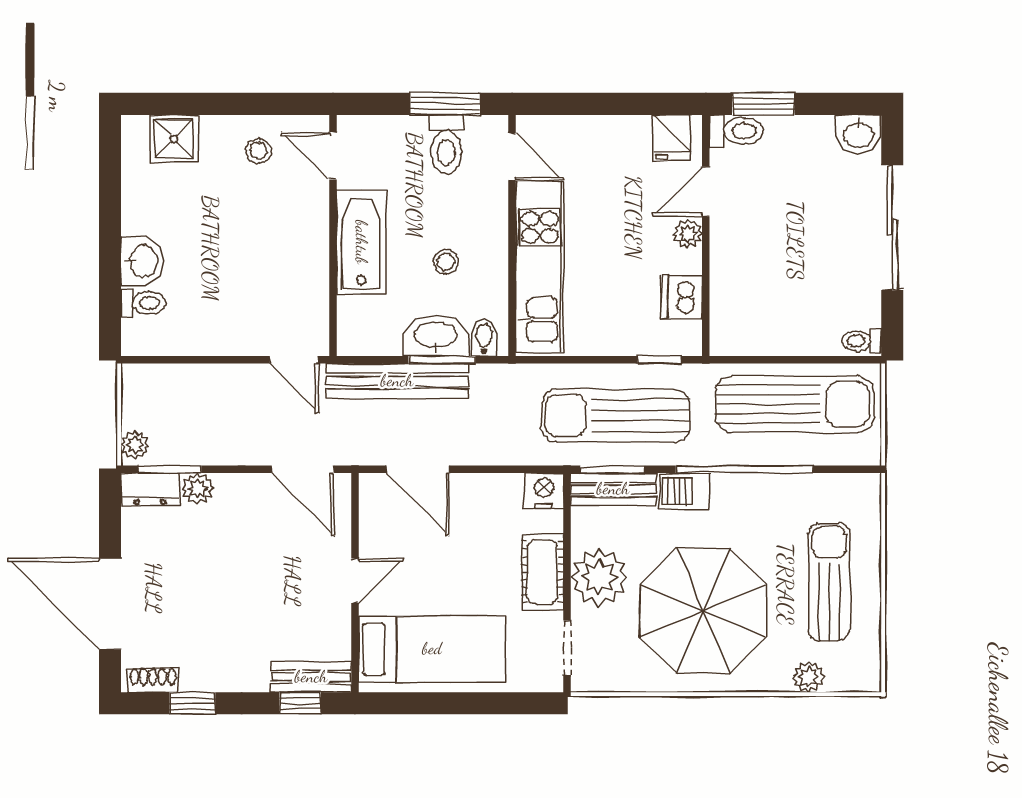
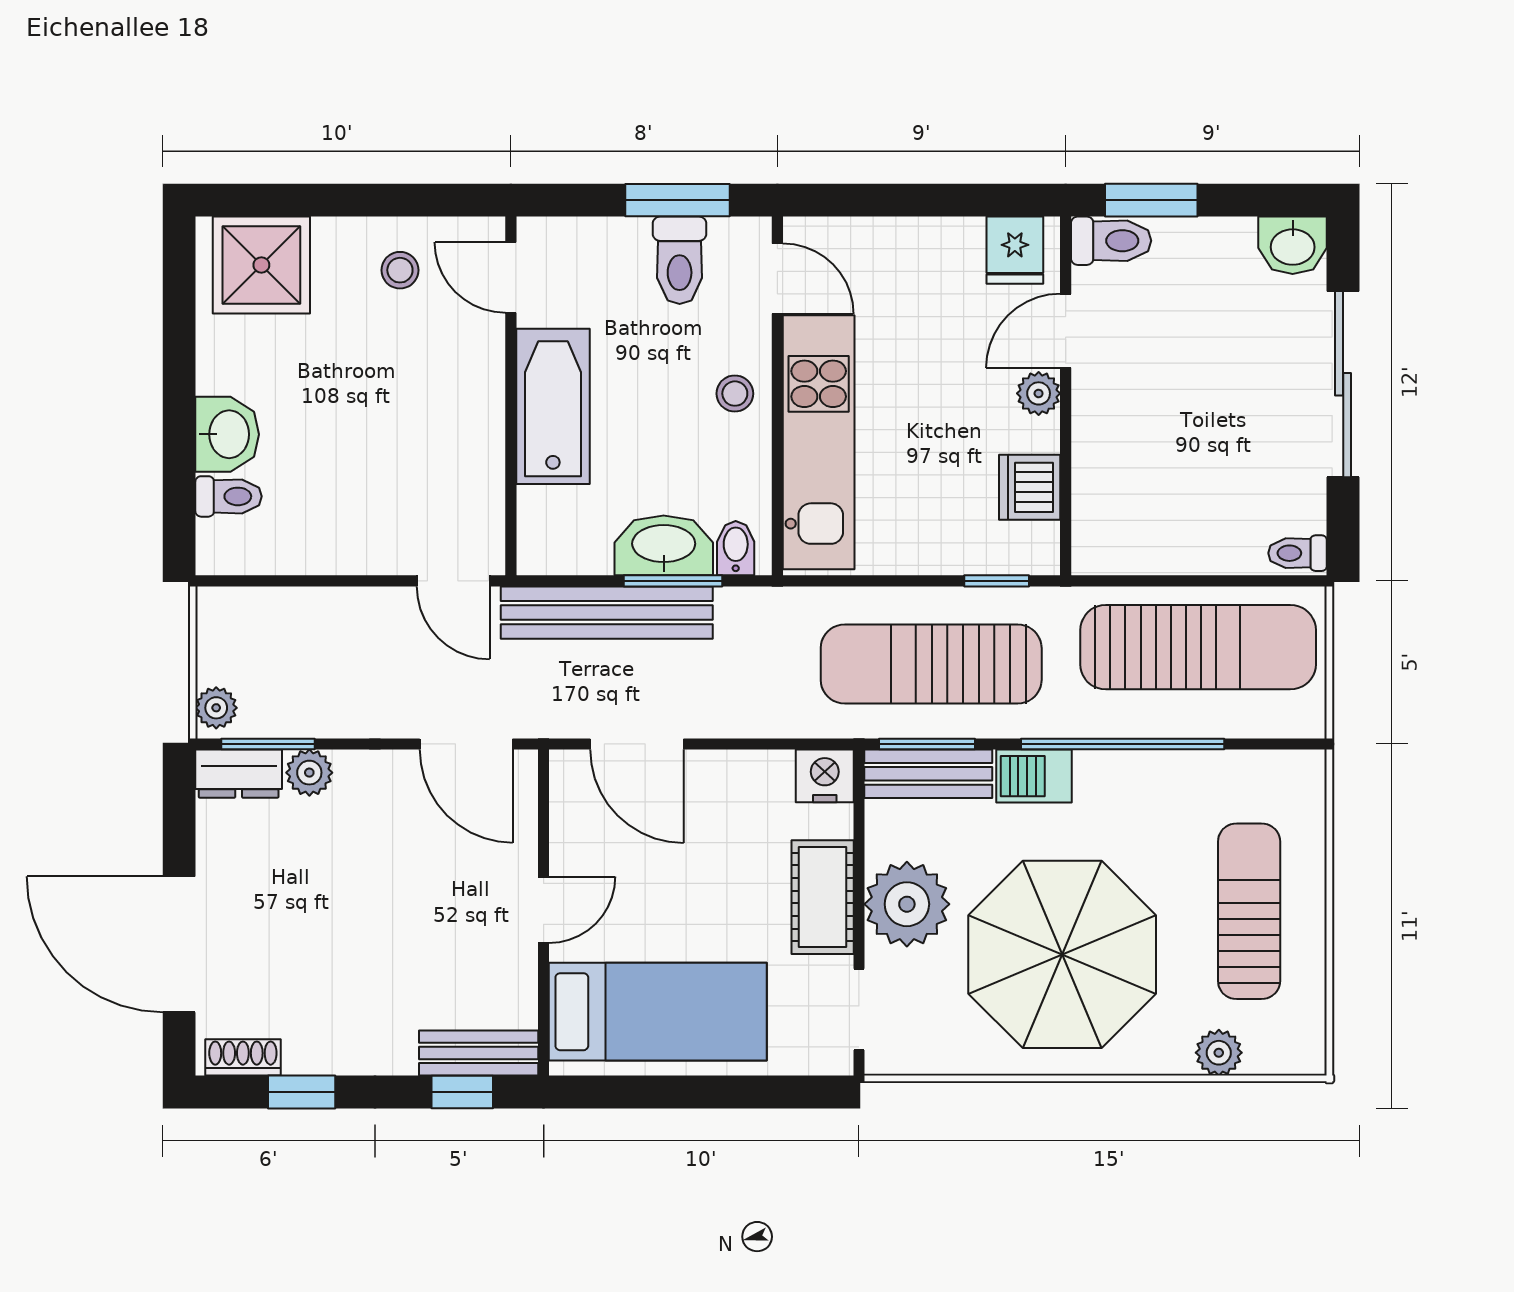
shower: (174, 139) -> (261, 265), width x1.36, depth x1.36
stool: (446, 262) -> (735, 394), moved

